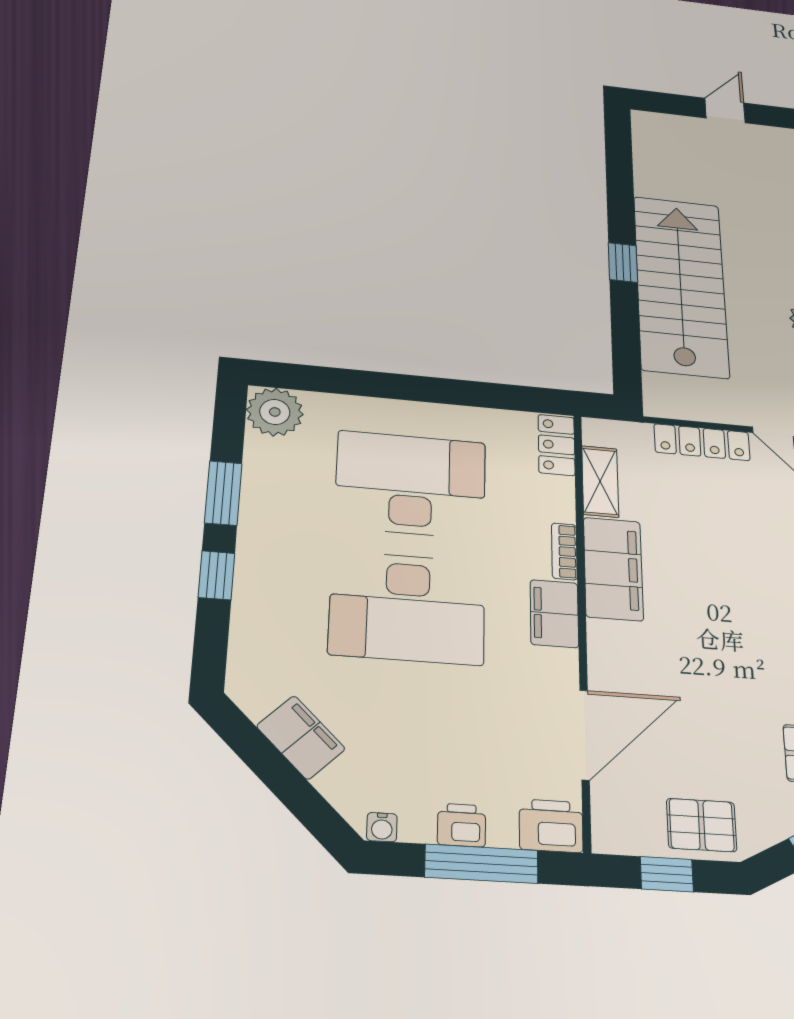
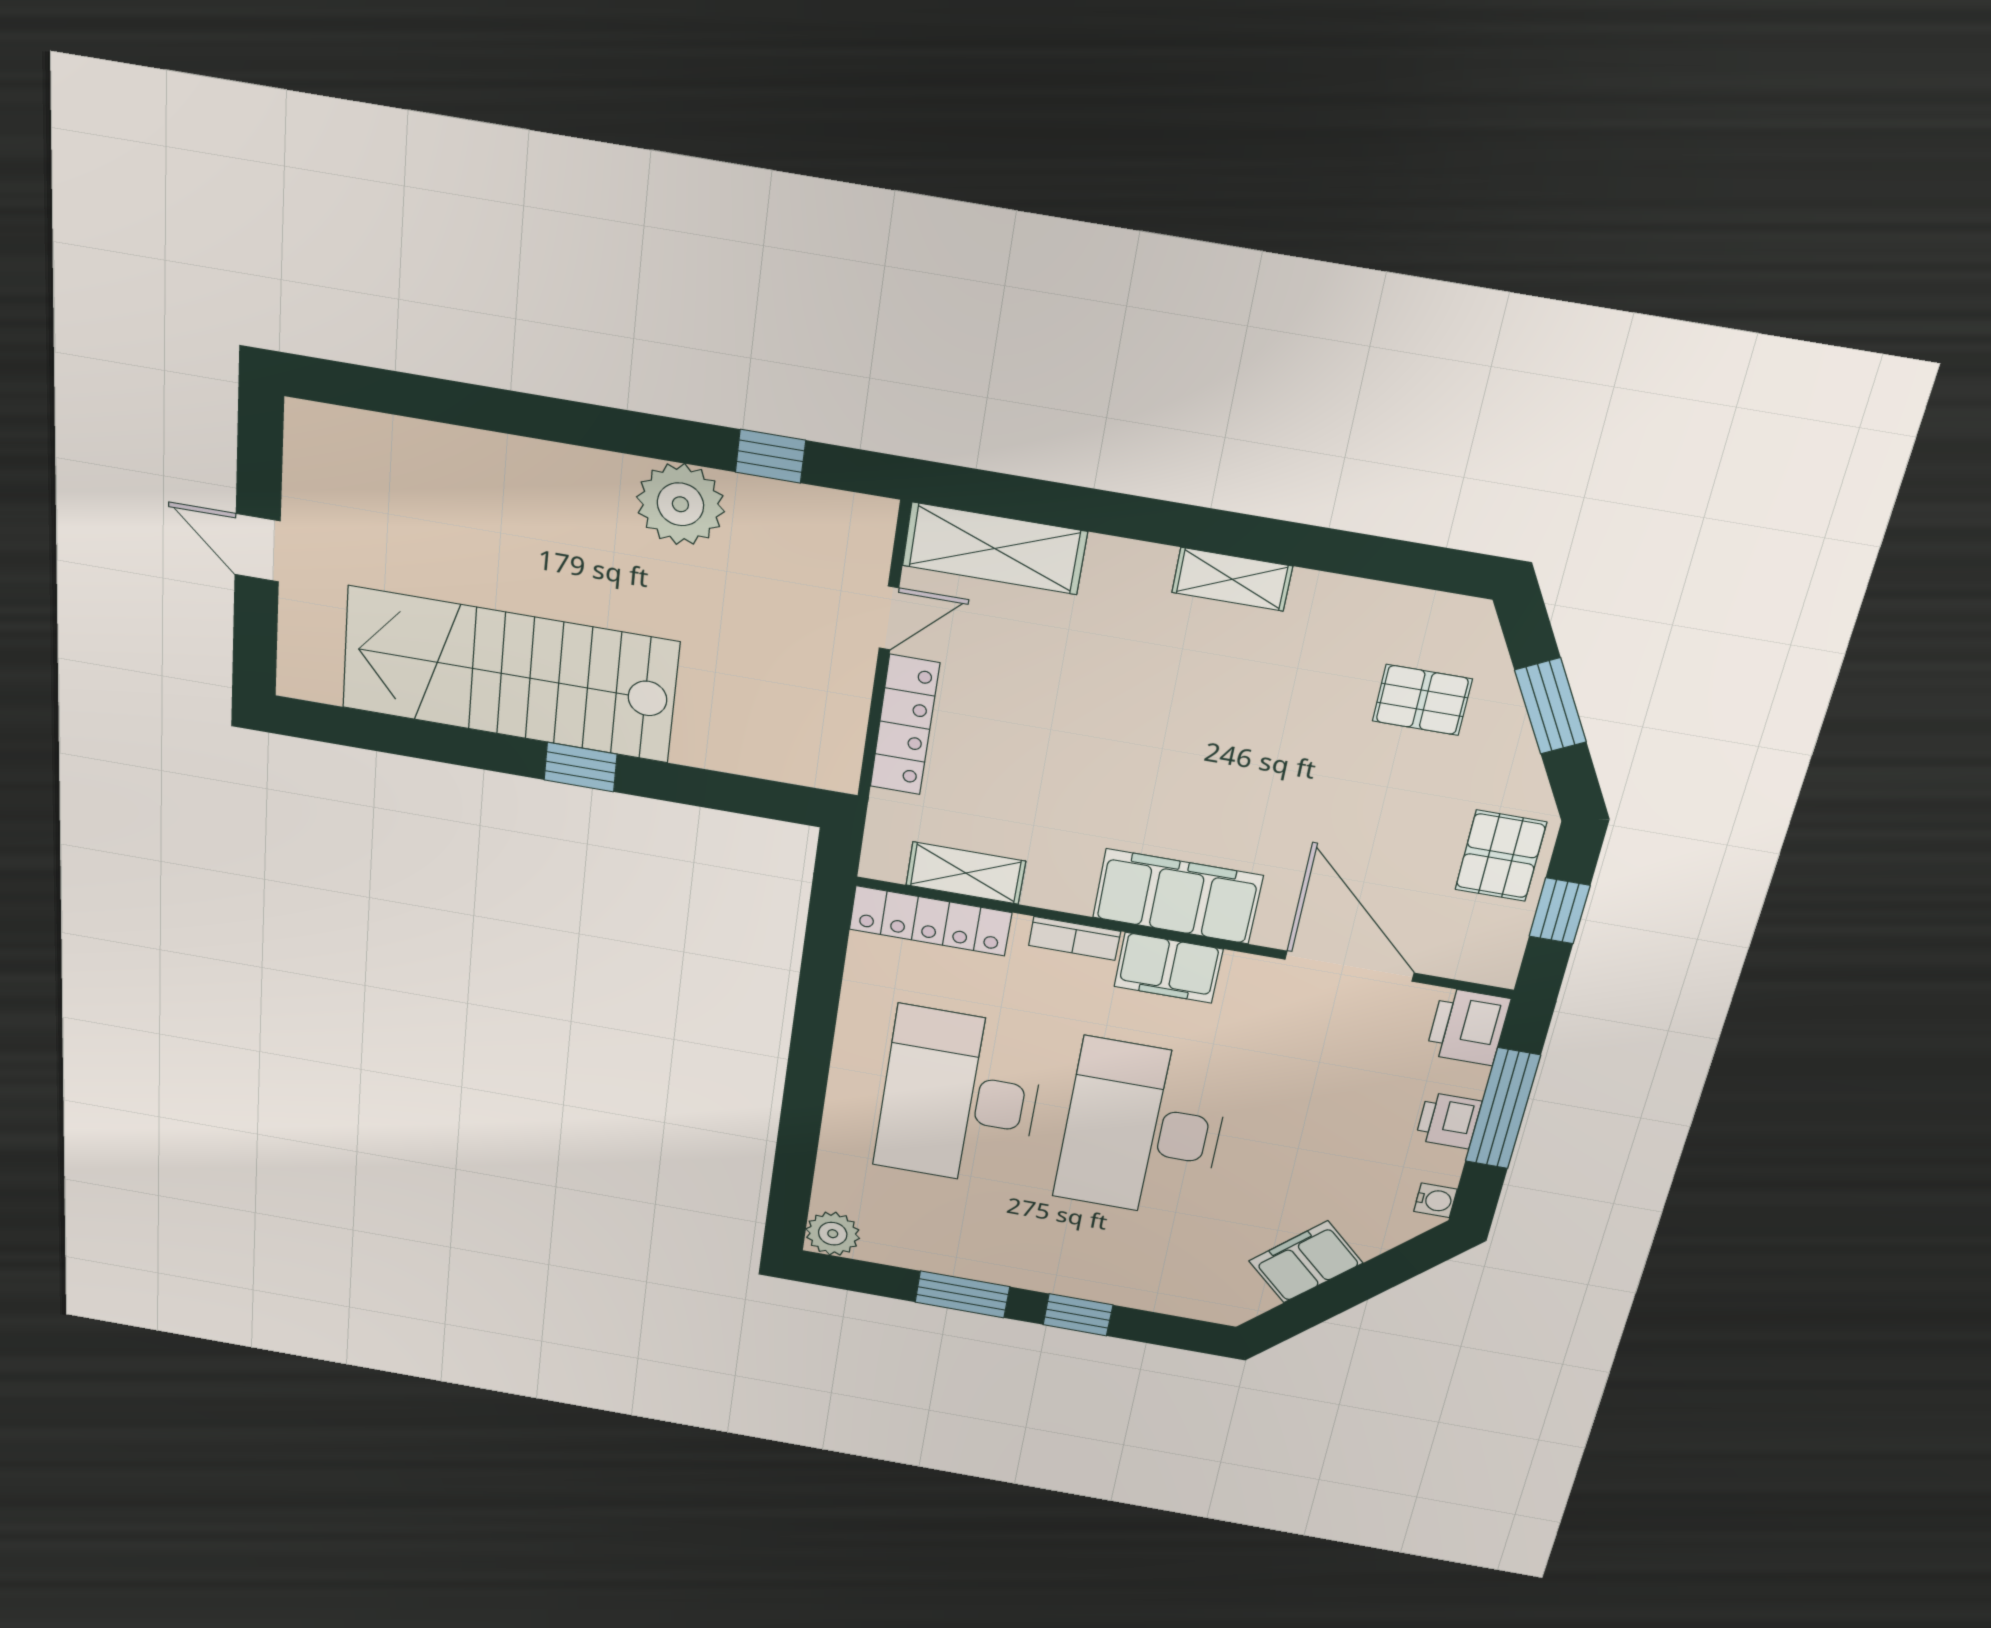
stairs: (681, 286) -> (509, 675), moved
plant: (275, 412) -> (833, 1234), width x0.73, depth x0.73
locker: (557, 445) -> (930, 921), width x1.53
filing cabinet: (613, 569) -> (1178, 896), moved
desk: (407, 608) -> (1142, 1130), turned 180

